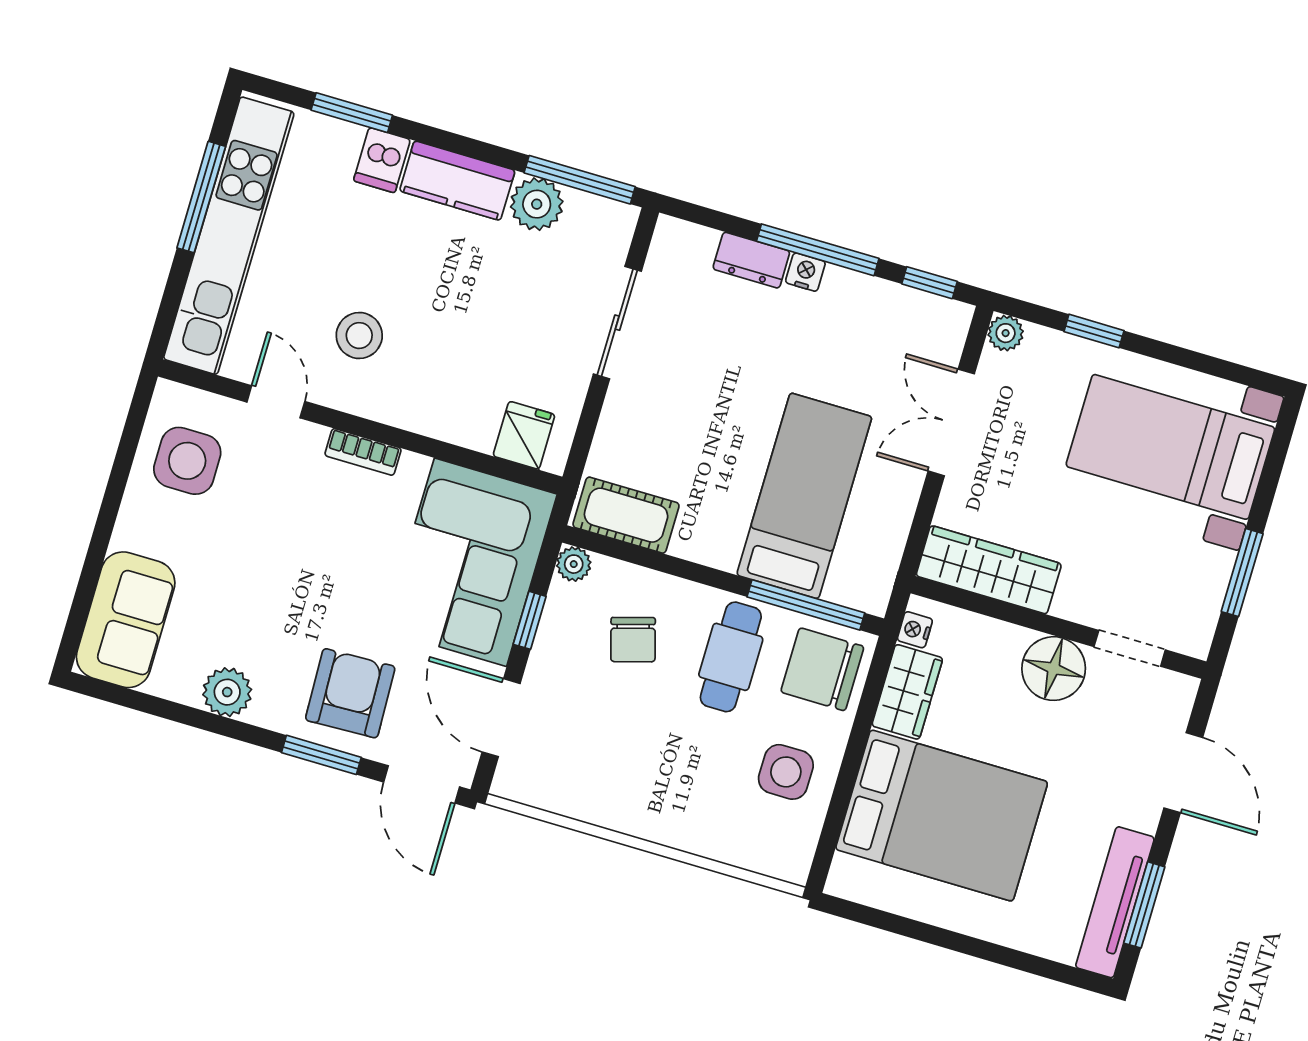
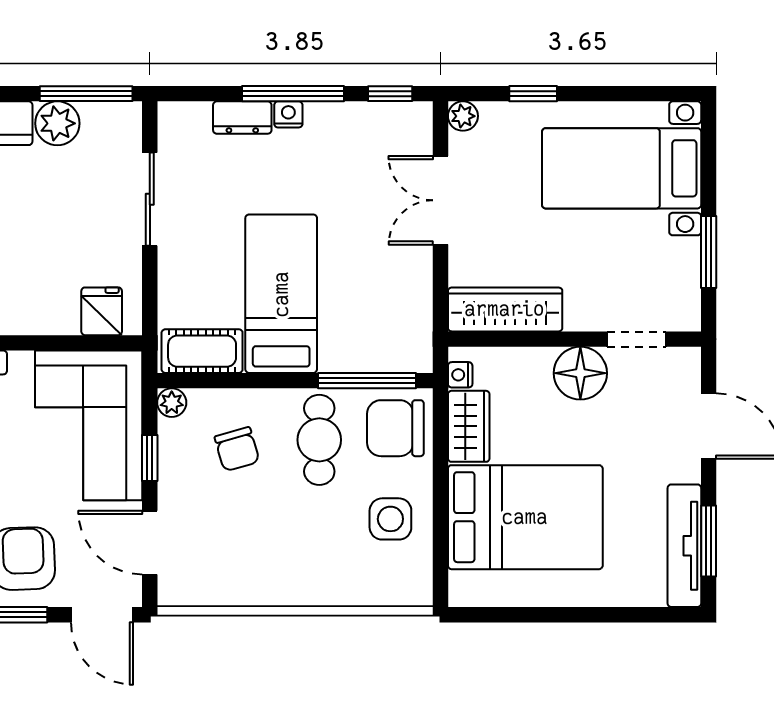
bed: (804, 496) -> (281, 294), moved

